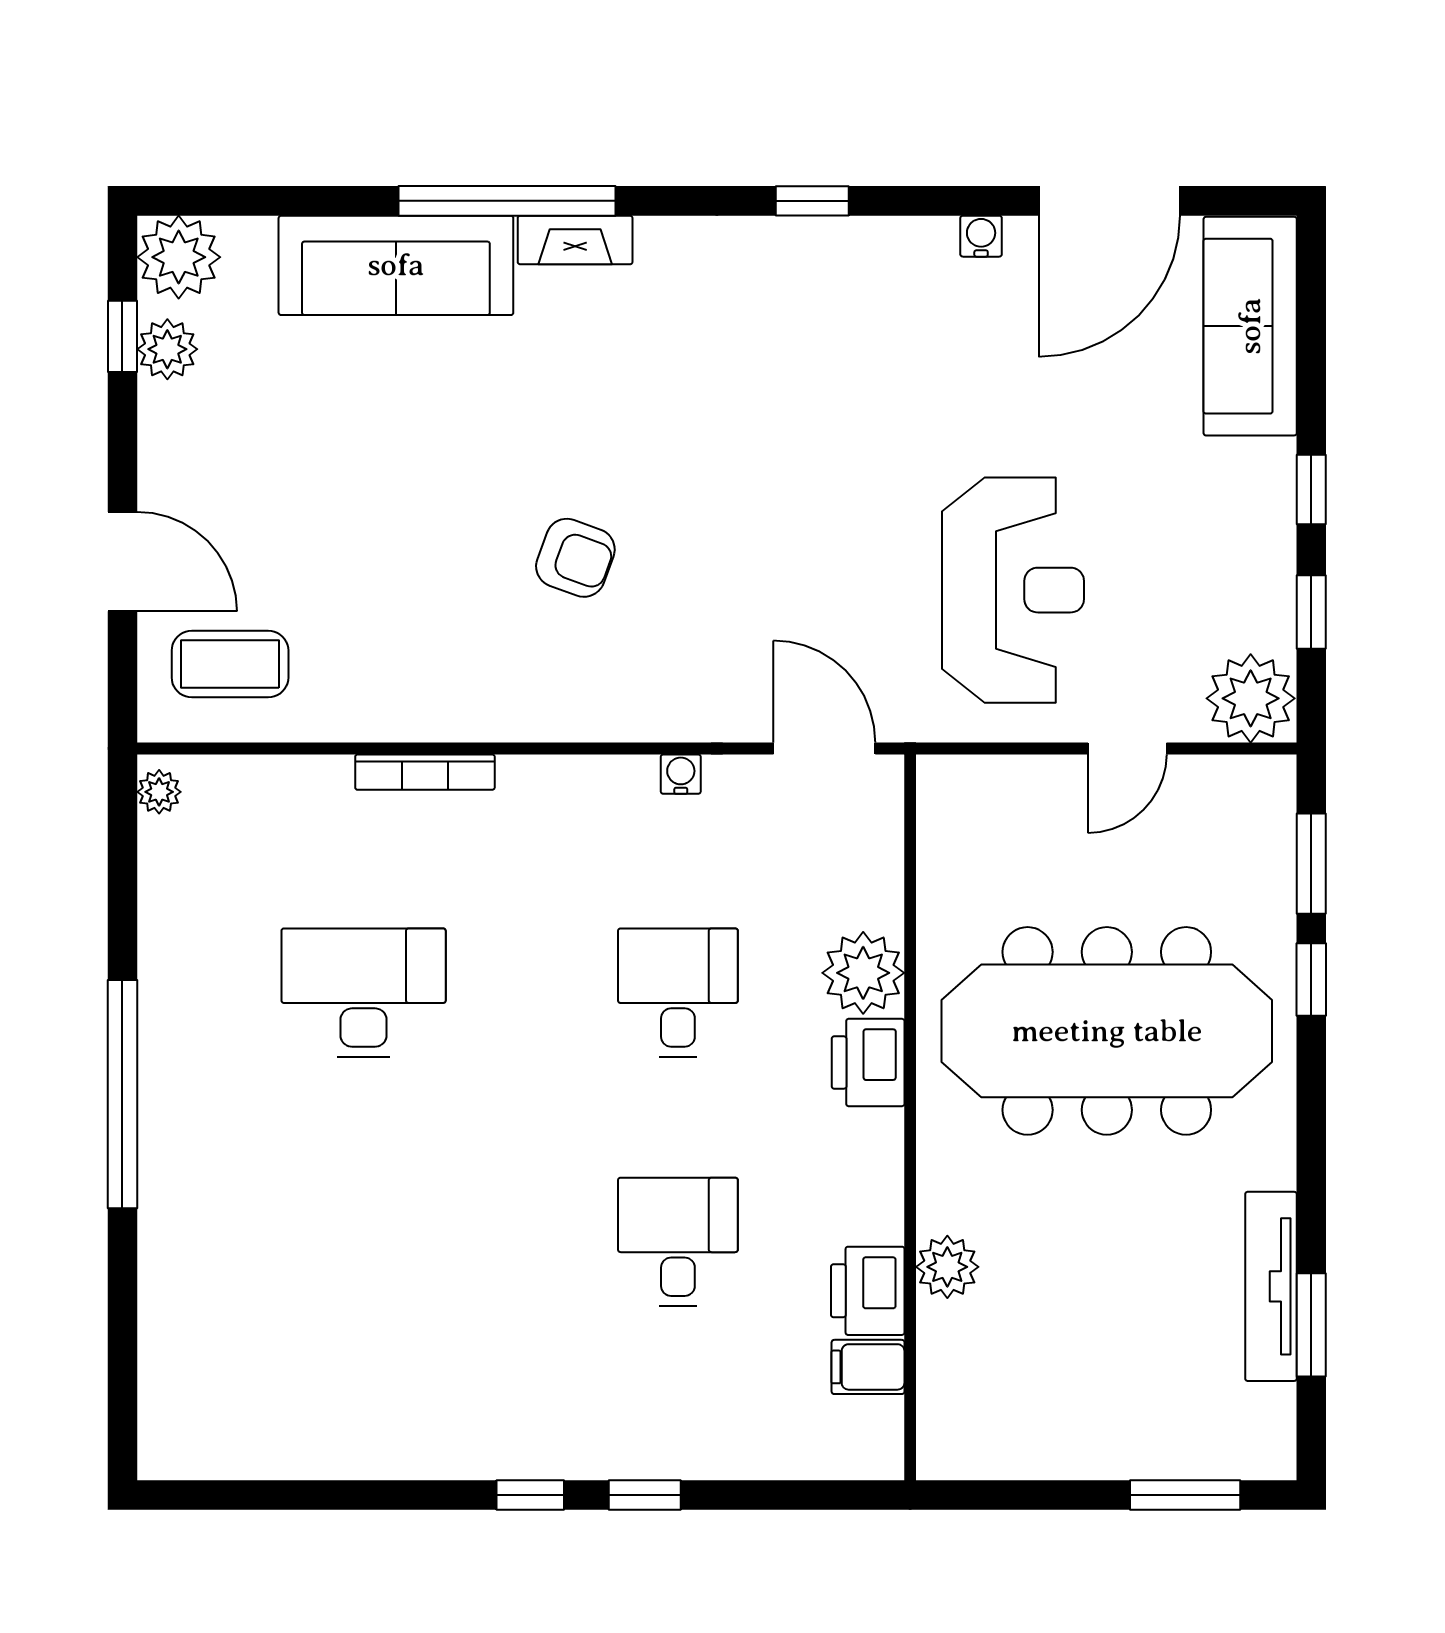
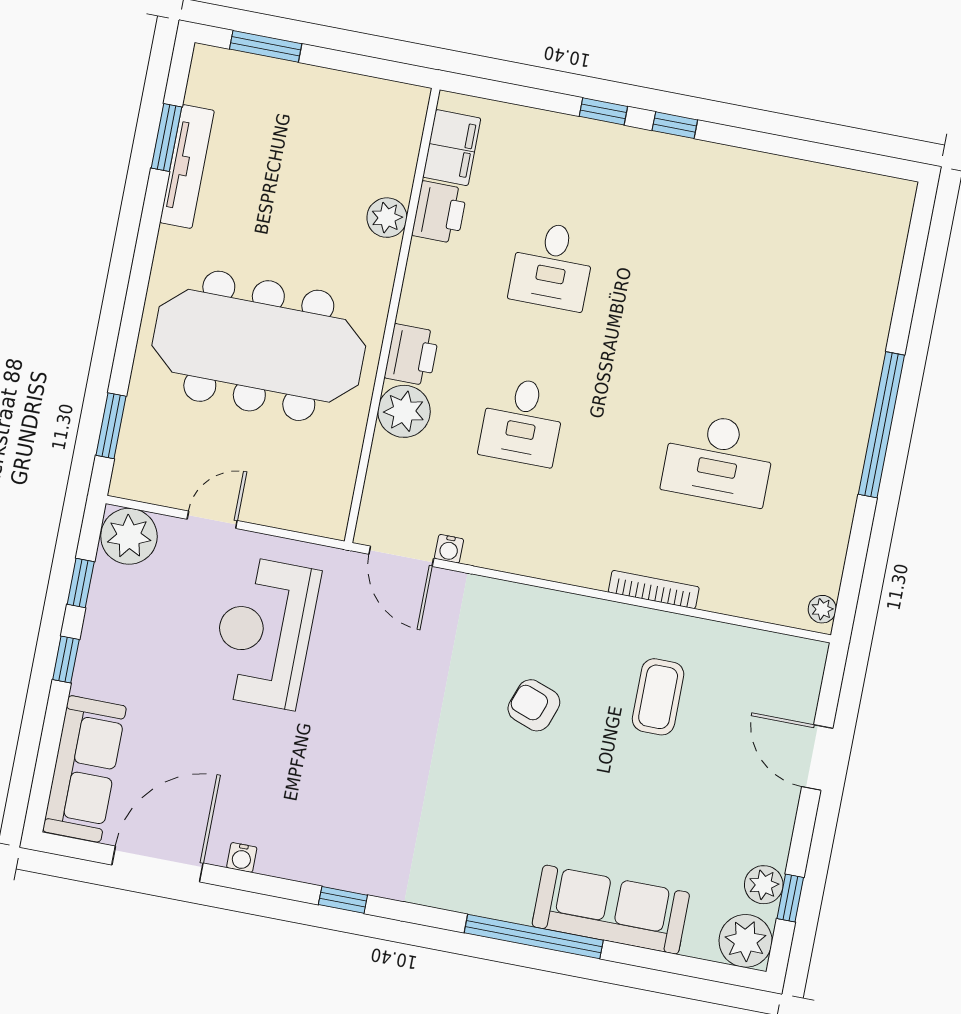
fireplace: (575, 240) -> (496, 904), removed
coffee table: (230, 664) -> (658, 697), moved, turned 90
water cooler: (681, 774) -> (449, 549), moved
window: (1311, 980) -> (125, 353), removed
filing cabinet: (868, 1367) -> (452, 148), width x2.00

